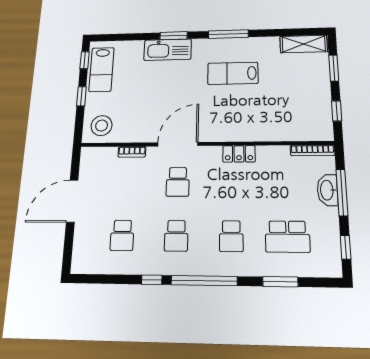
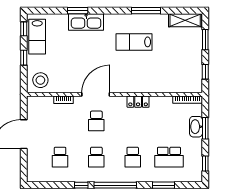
window: (228, 34) -> (146, 11), moved
window: (174, 36) -> (78, 11), moved
window: (342, 192) -> (205, 128), width x0.69

